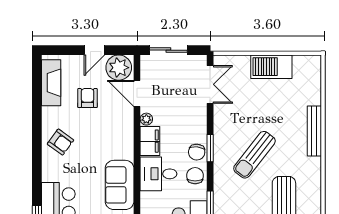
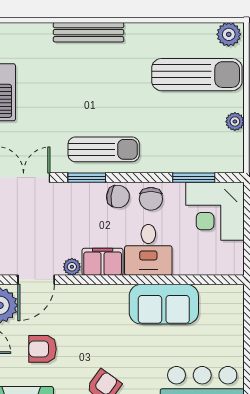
window: (210, 148) -> (87, 178), moved
sun lounger: (254, 155) -> (104, 149), moved, turned -38
chair: (195, 176) -> (151, 199), turned -90

